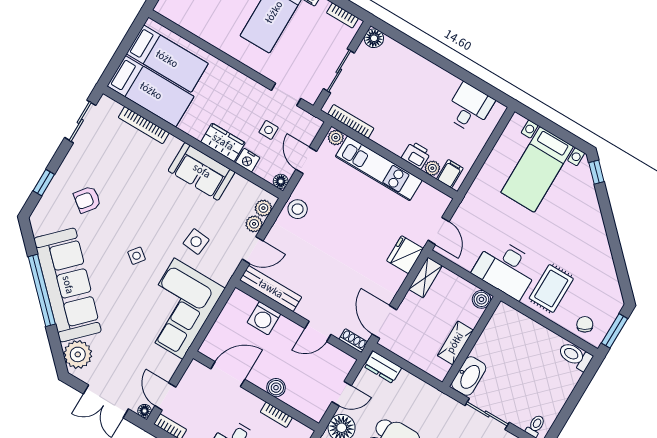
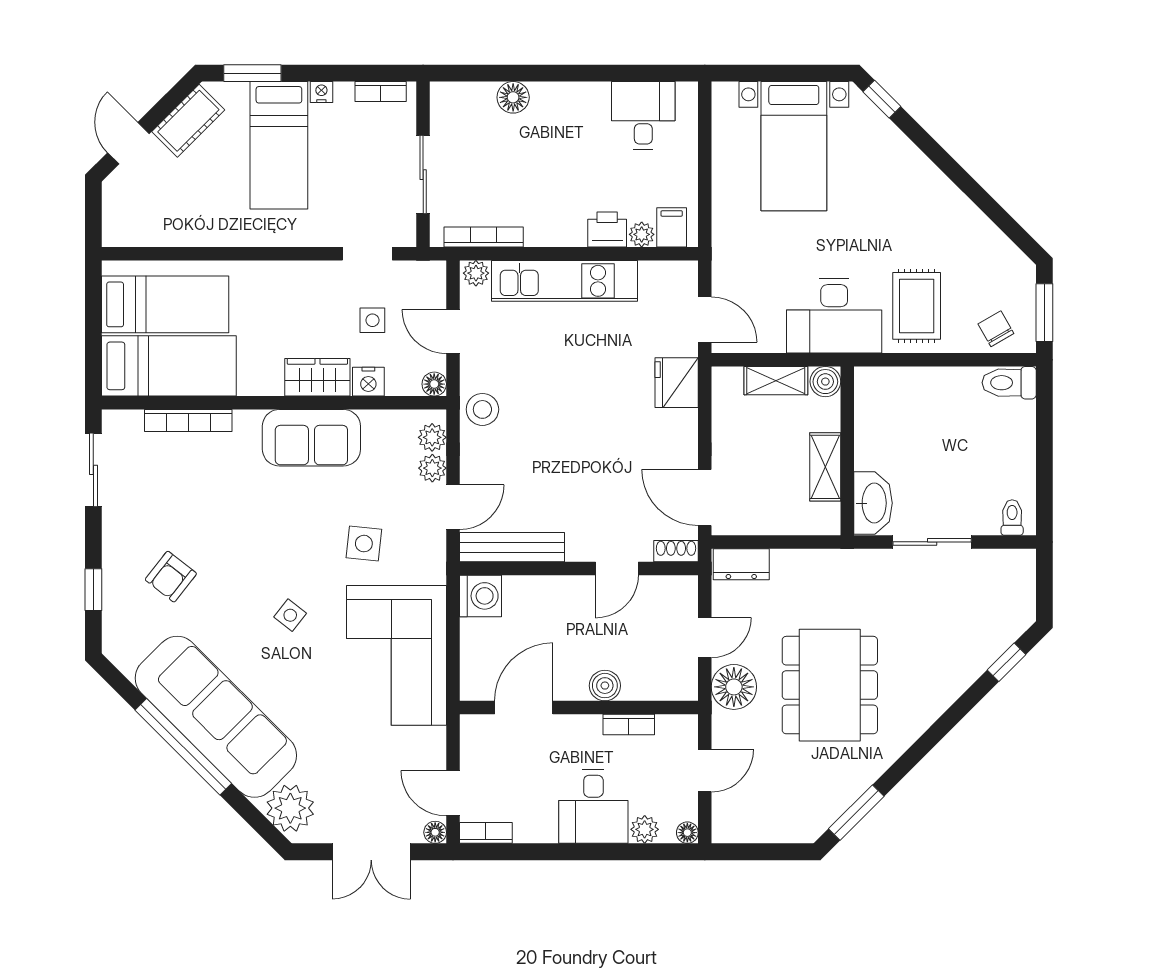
floor lamp: (374, 38) -> (513, 97), moved
shelving: (425, 277) -> (776, 381), moved, turned 90
washing machine: (264, 318) -> (480, 596), moved, turned -90

